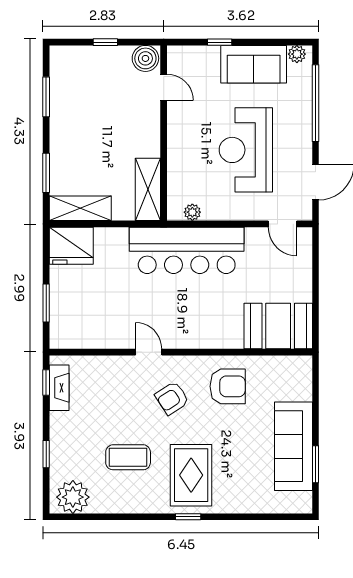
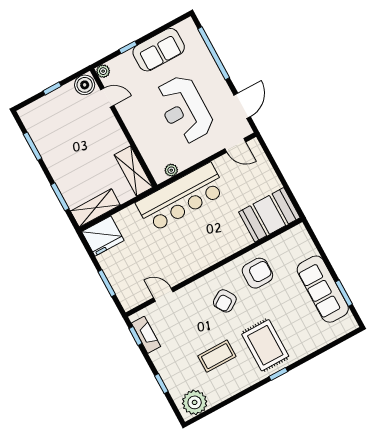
plant: (297, 54) -> (103, 71), moved
door: (149, 352) -> (163, 295), moved

